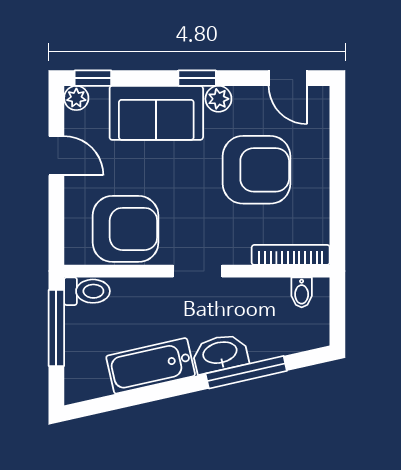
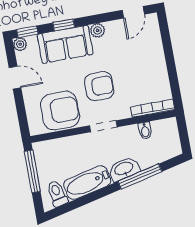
window: (197, 78) -> (64, 25), moved
door: (288, 78) -> (133, 12), hinge flipped
armchair: (257, 170) -> (99, 86), moved, width x0.73, depth x0.73
toilet: (87, 291) -> (57, 193), moved, turned -103
bidet: (302, 292) -> (145, 131), moved

